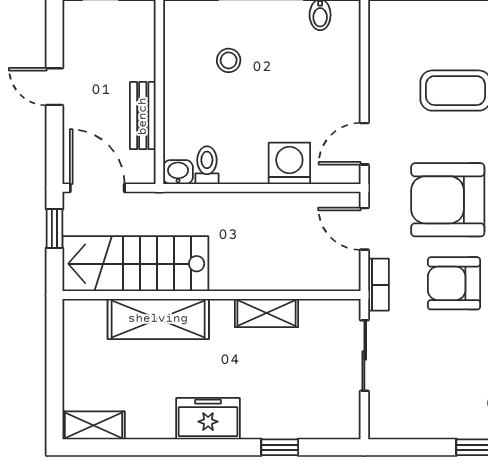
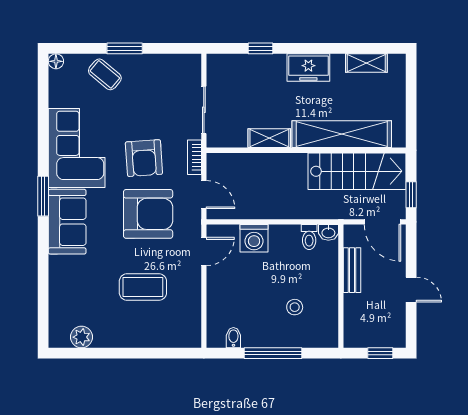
armchair: (454, 283) -> (144, 158), turned 86
shelving: (158, 319) -> (342, 134), width x1.47
shelving: (93, 425) -> (366, 63), moved

